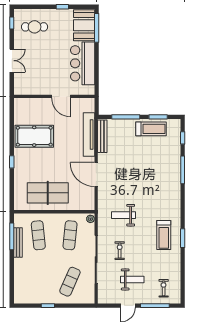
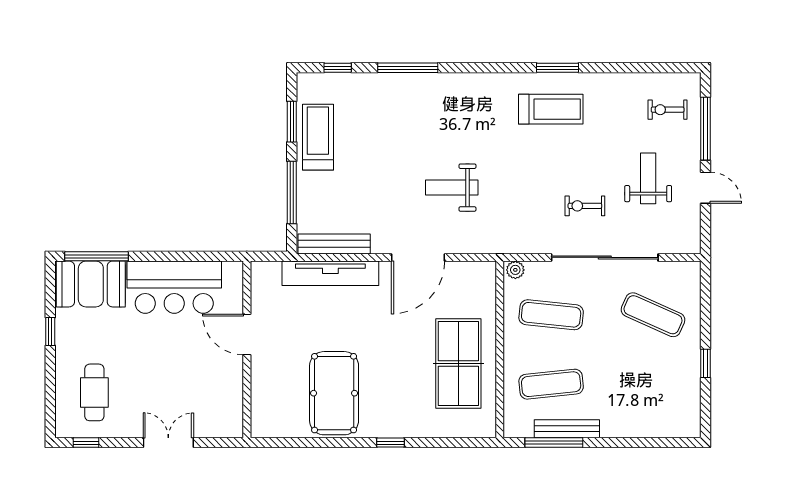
door: (61, 96) -> (247, 335), swing flipped
weight bench: (124, 215) -> (452, 188), moved, turned 90

